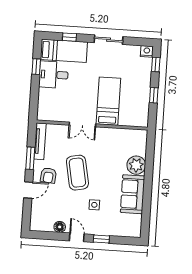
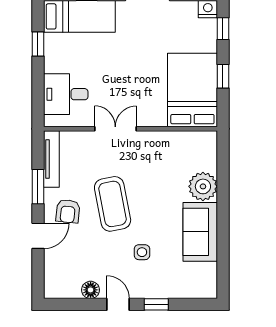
desk: (54, 75) -> (66, 94), moved
bed: (108, 101) -> (192, 90), moved, width x1.50
double door: (82, 124) -> (115, 129), swing flipped

